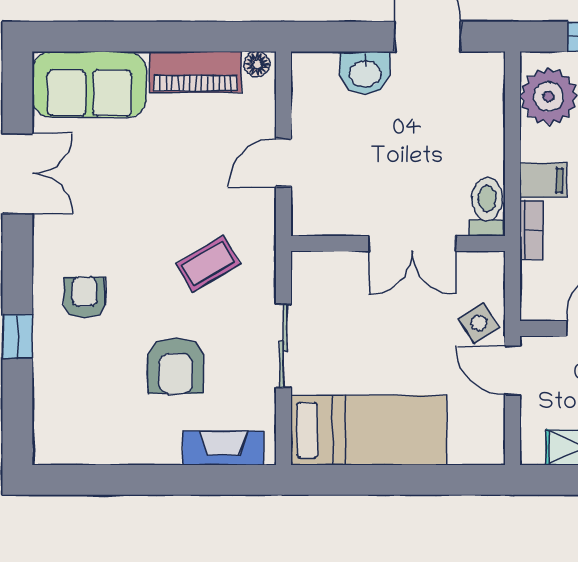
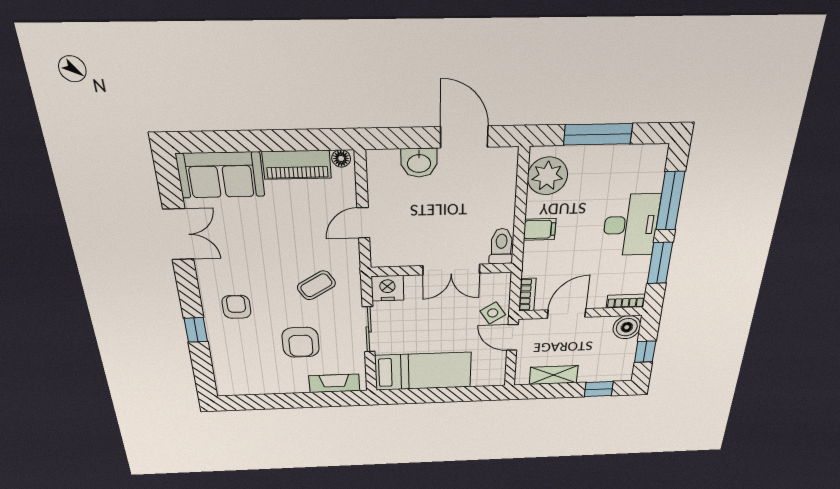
bookcase: (532, 230) -> (527, 295), moved
nightstand: (315, 273) -> (387, 288), added

